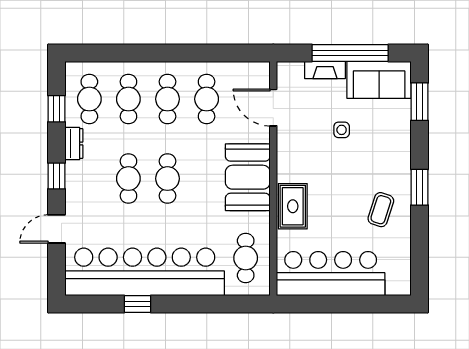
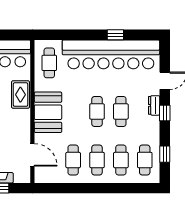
dresser: (74, 143) -> (154, 105), moved

